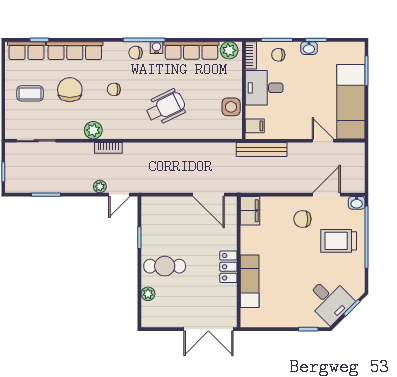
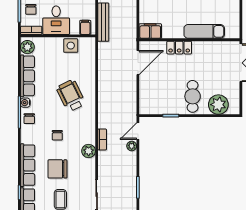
door: (119, 195) -> (138, 131), swing flipped
locker: (228, 267) -> (179, 48), moved
plant: (148, 294) -> (218, 105), width x1.88, depth x1.88

